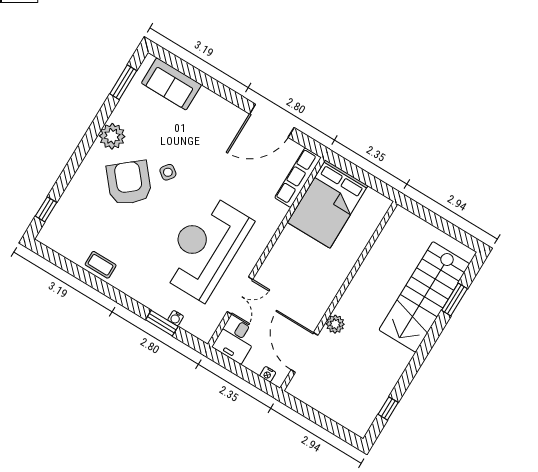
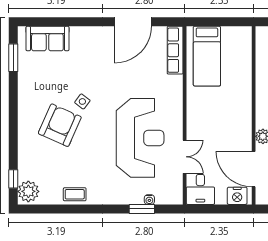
plant: (112, 136) -> (28, 191), moved
armchair: (129, 183) -> (60, 125), turned 64
bed: (328, 204) -> (207, 56), width x0.67
reception desk: (205, 247) -> (140, 138), turned 180
nightstand: (268, 374) -> (237, 196), width x1.89, depth x1.79

